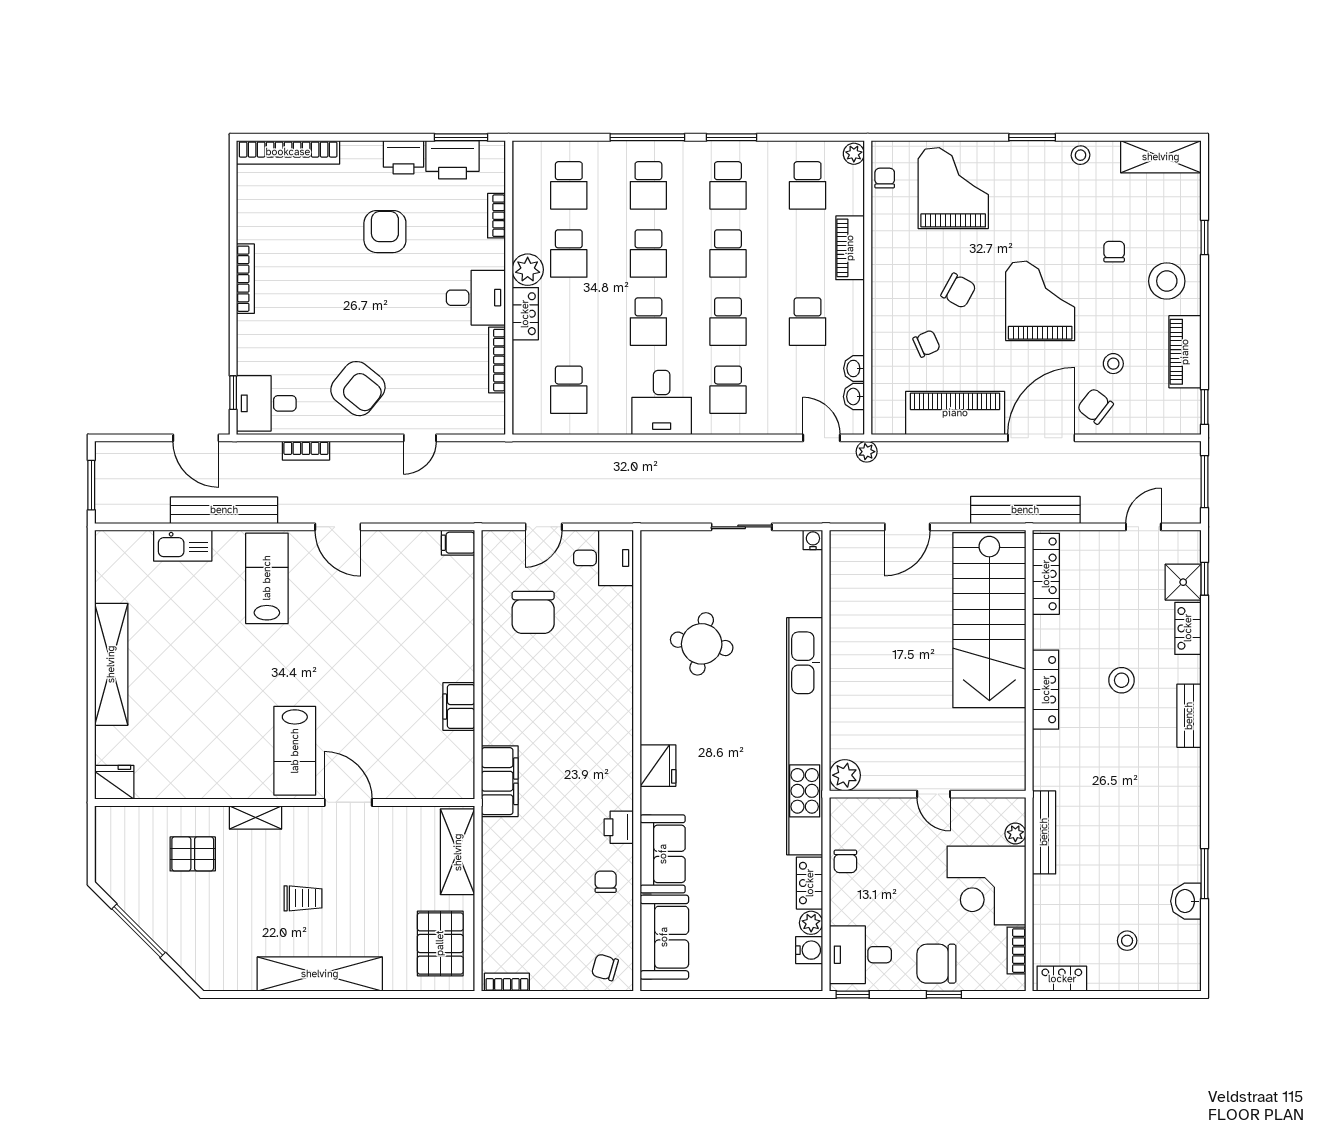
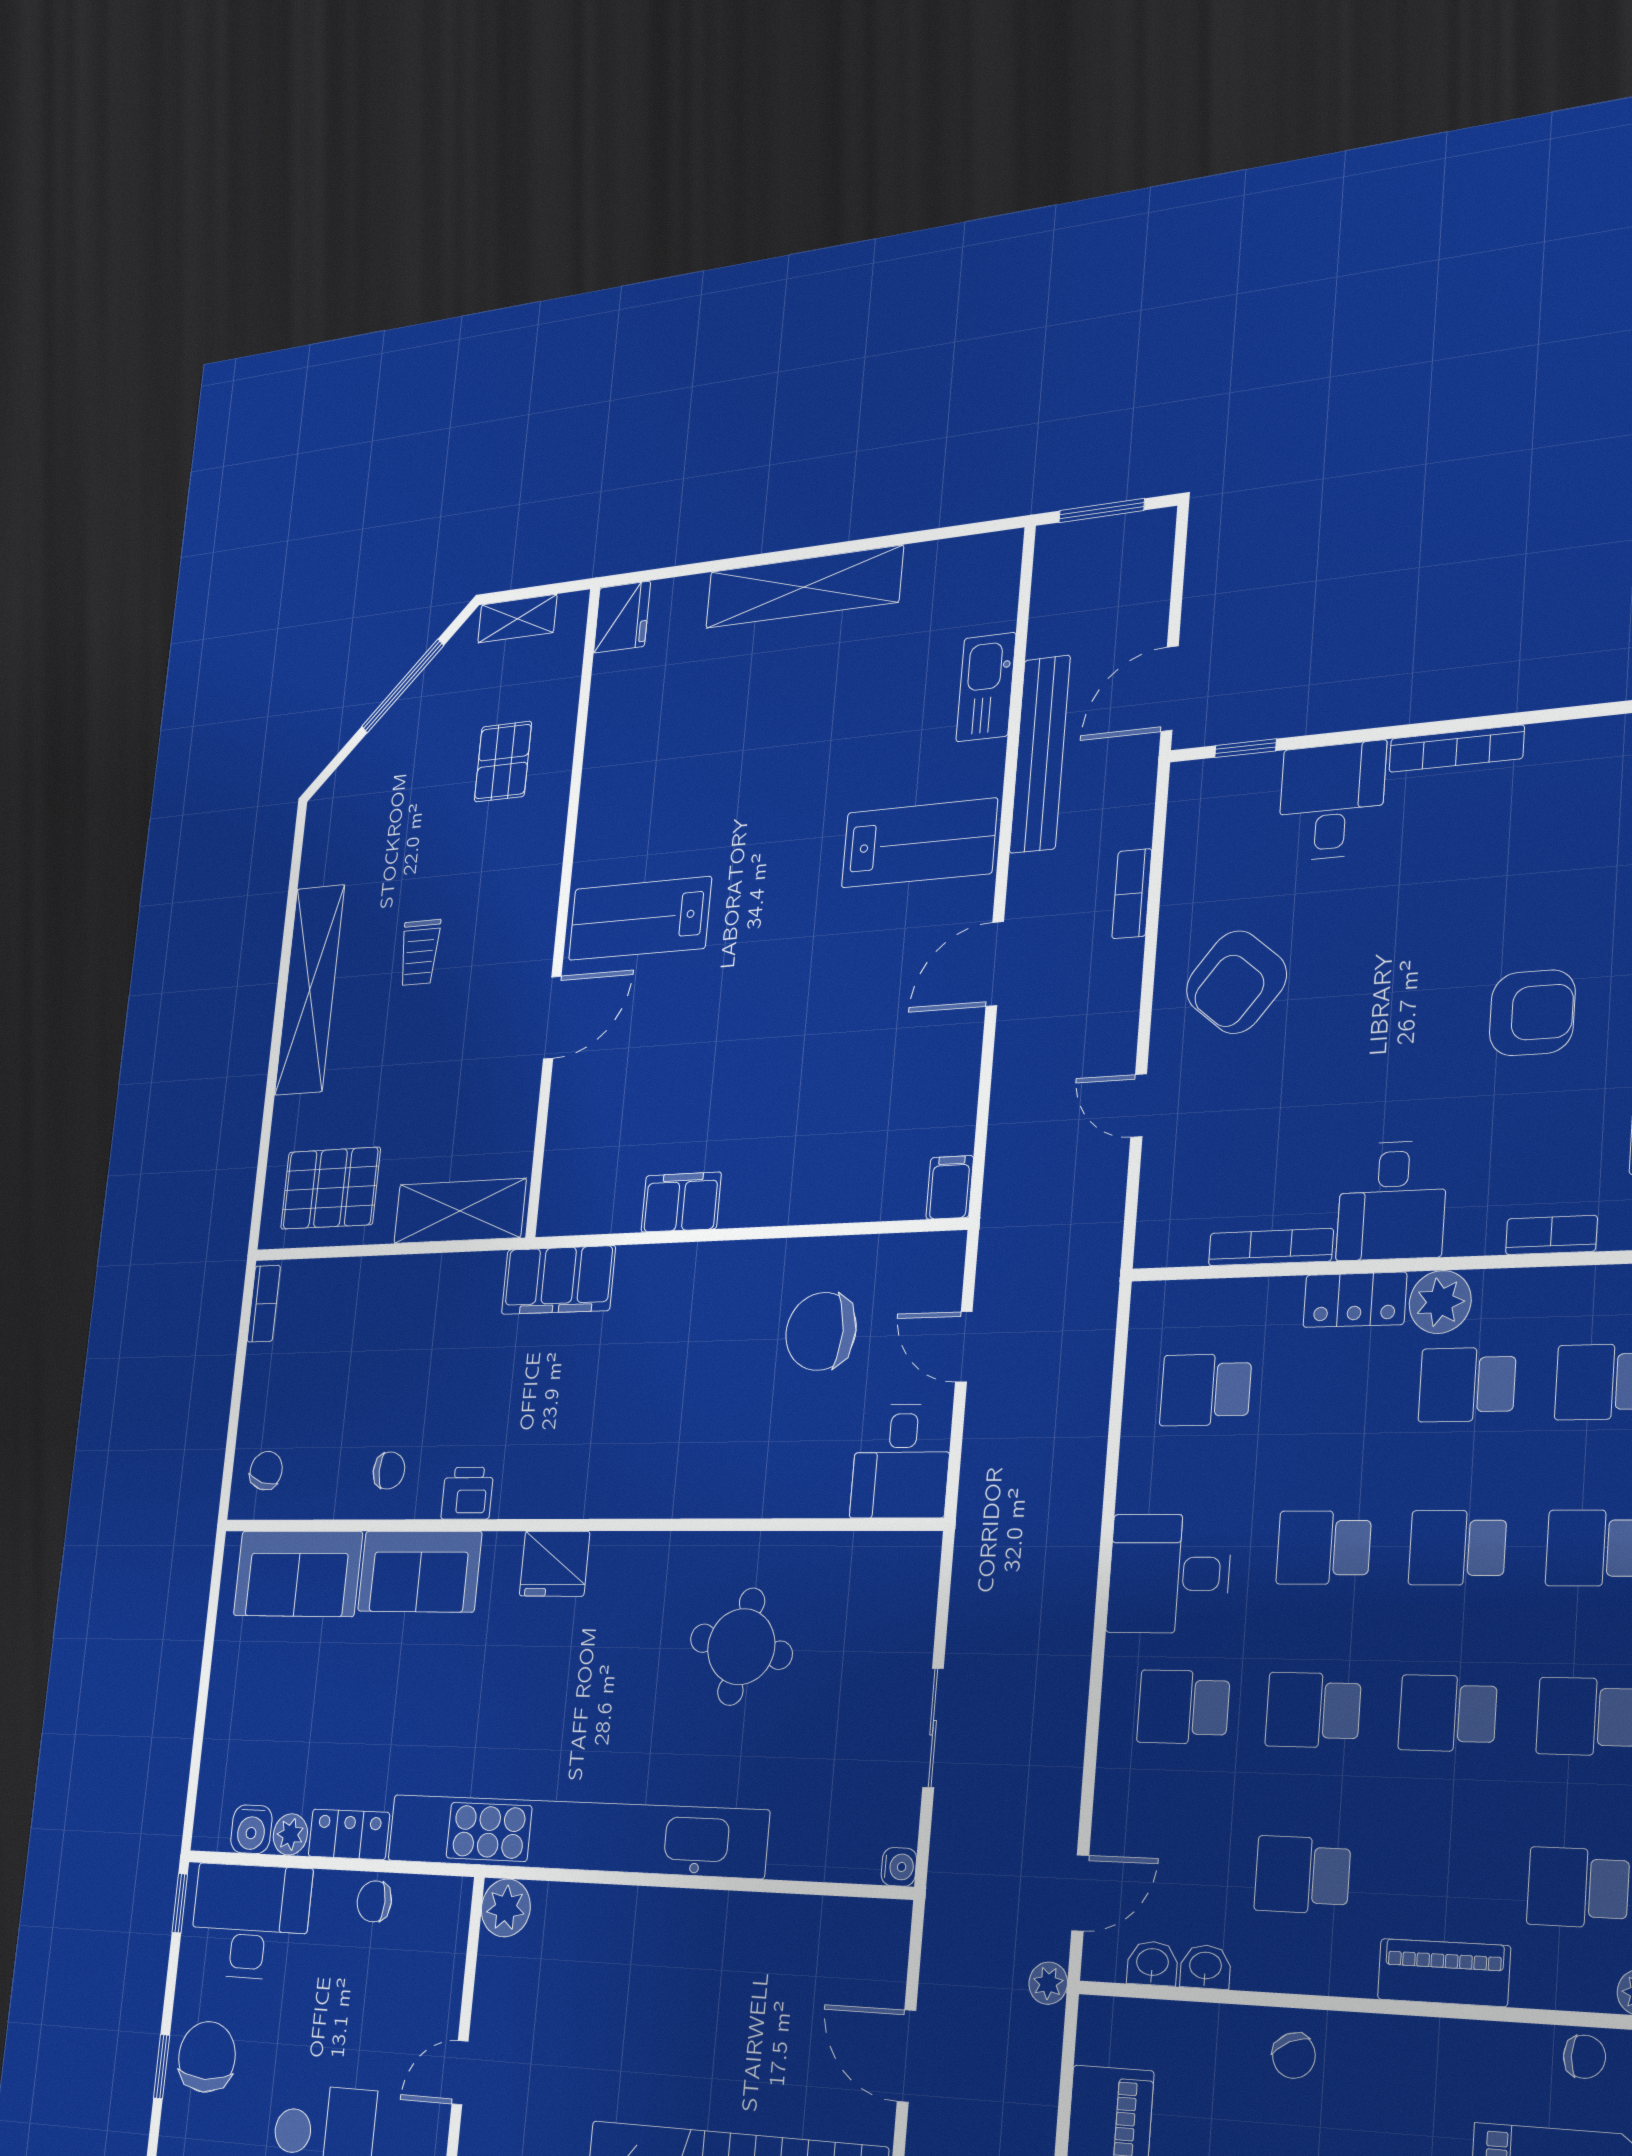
chair: (927, 344) -> (1294, 2056), moved
desk: (266, 403) -> (1332, 801), moved
shelving: (255, 818) -> (517, 619), moved, turned 90
desk: (860, 955) -> (250, 1921), width x1.37

